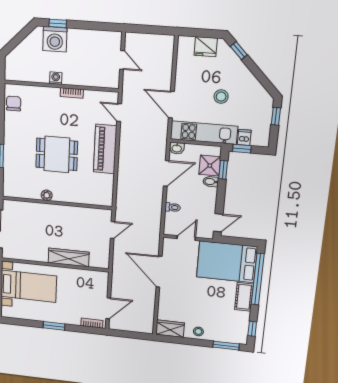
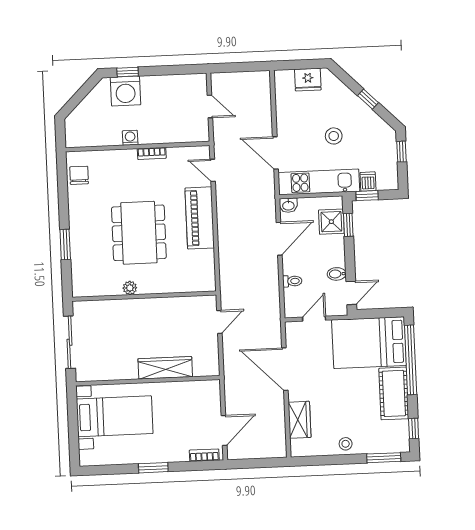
window: (239, 51) -> (368, 99), moved
dining table: (57, 154) -> (139, 233), width x1.38
bidet: (211, 182) -> (337, 274), moved
cot: (244, 297) -> (394, 393), width x1.37, depth x1.34
wardrobe: (170, 329) -> (299, 420), moved, turned 90

